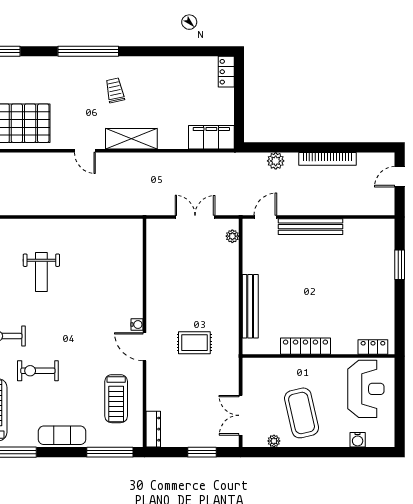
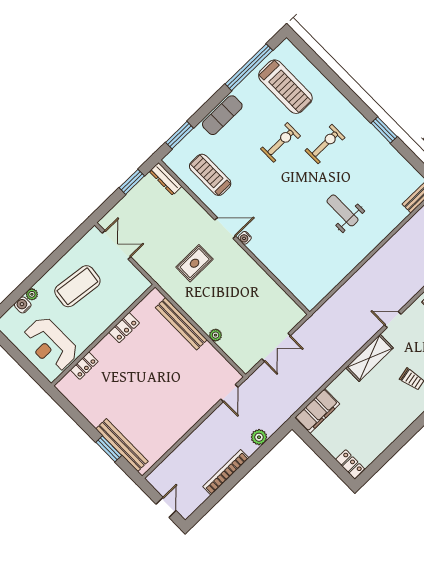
bench: (310, 227) -> (122, 445), moved, turned 90
plant: (232, 236) -> (216, 335), moved
locker: (305, 346) -> (124, 328), width x0.66
locker: (373, 347) -> (84, 366), moved
coffee table: (302, 413) -> (77, 286), turned -70
plant: (274, 441) -> (32, 294), moved
window: (110, 452) -> (179, 135), width x0.69
window: (202, 452) -> (132, 182), moved

